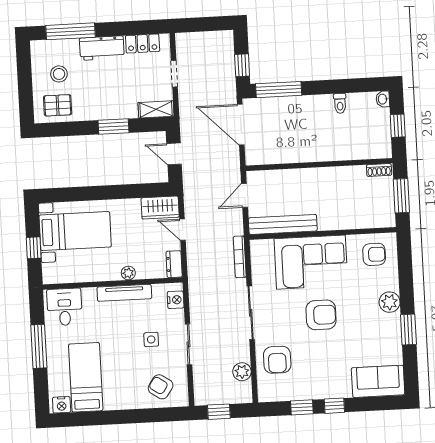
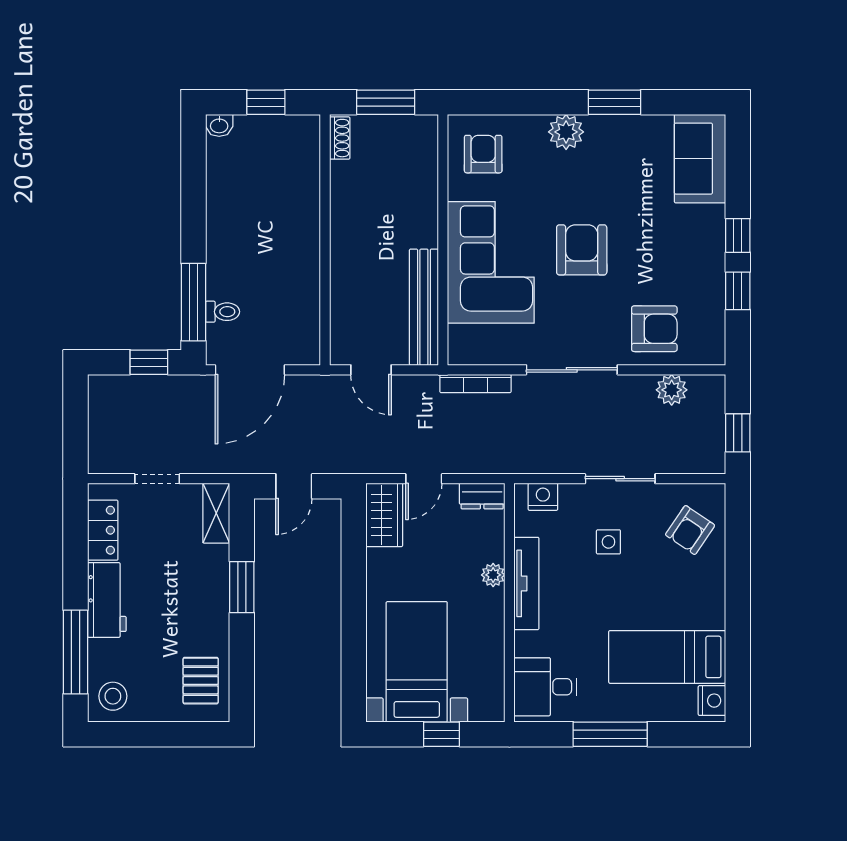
stool: (59, 74) -> (113, 696), moved
toilet: (340, 103) -> (223, 312), moved

